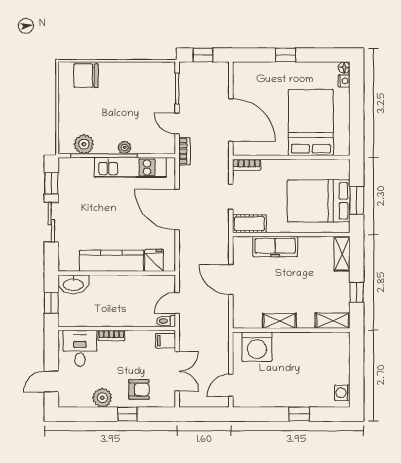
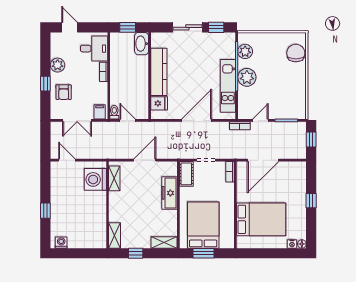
plant: (125, 147) -> (247, 77), width x1.87, depth x1.87
shelving: (279, 321) -> (114, 178), moved

